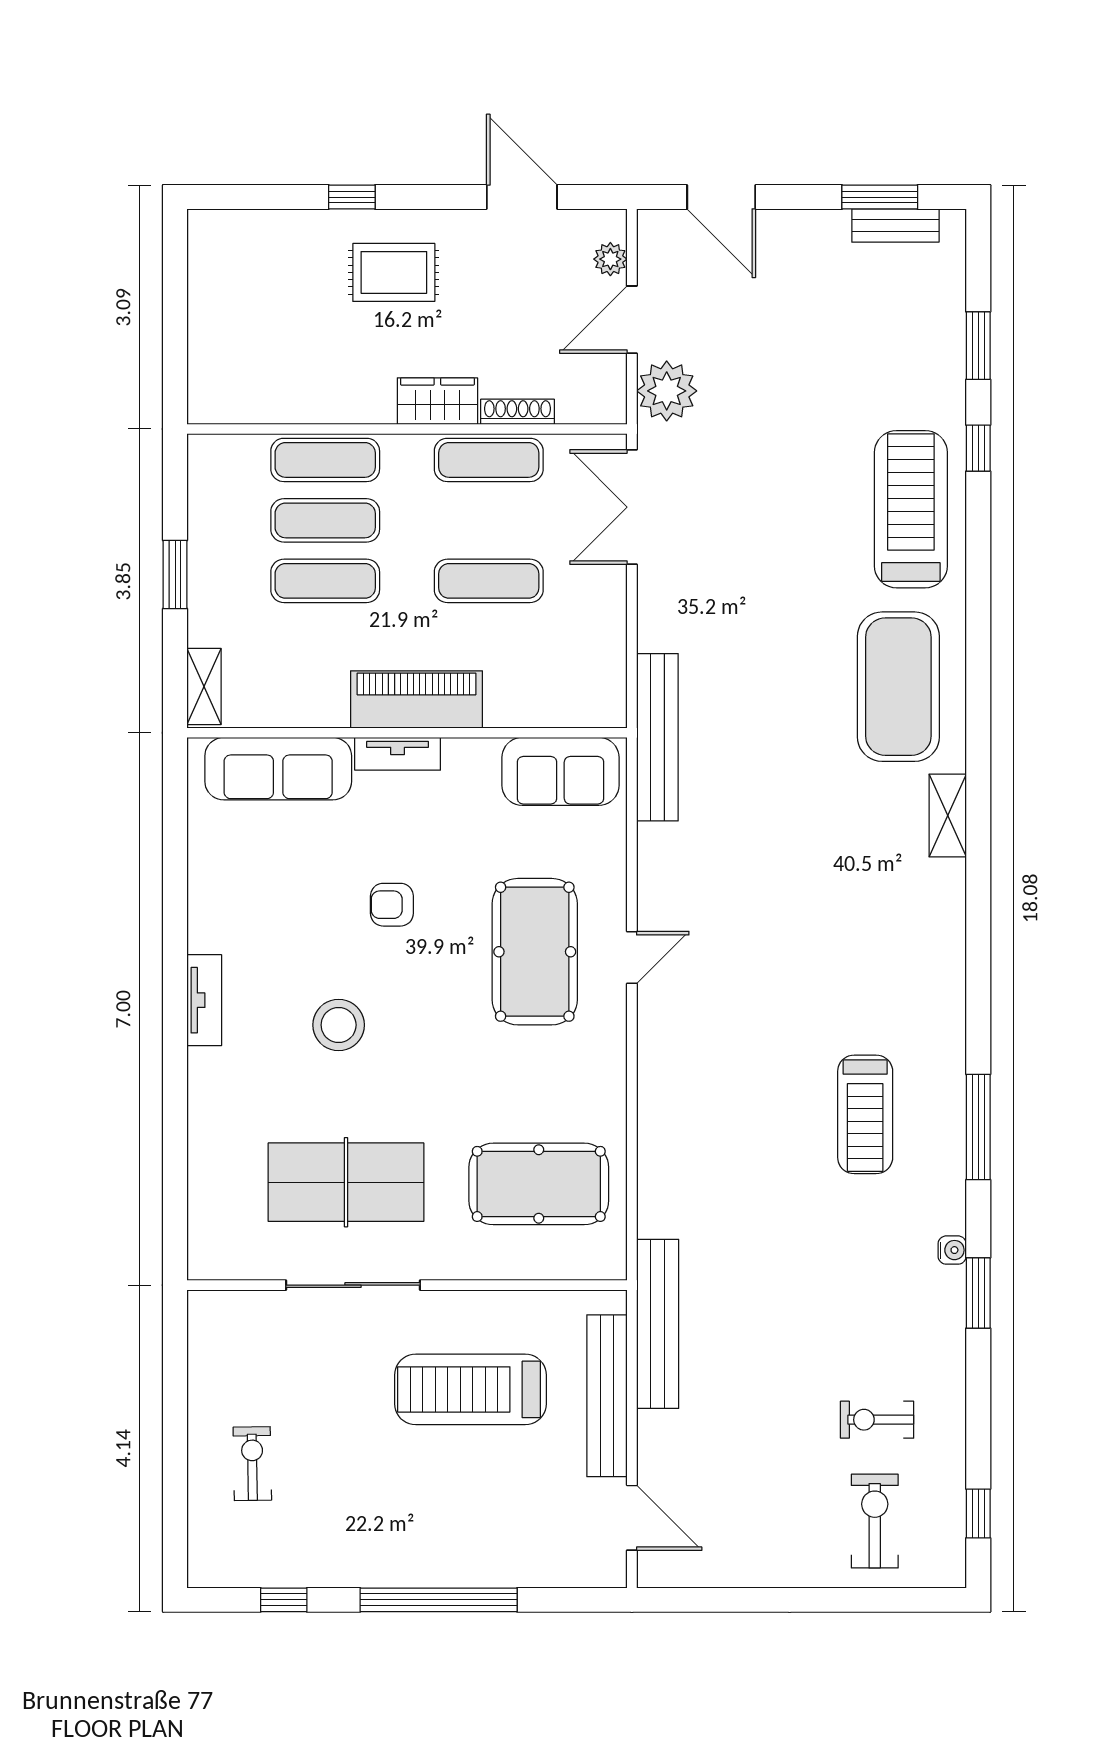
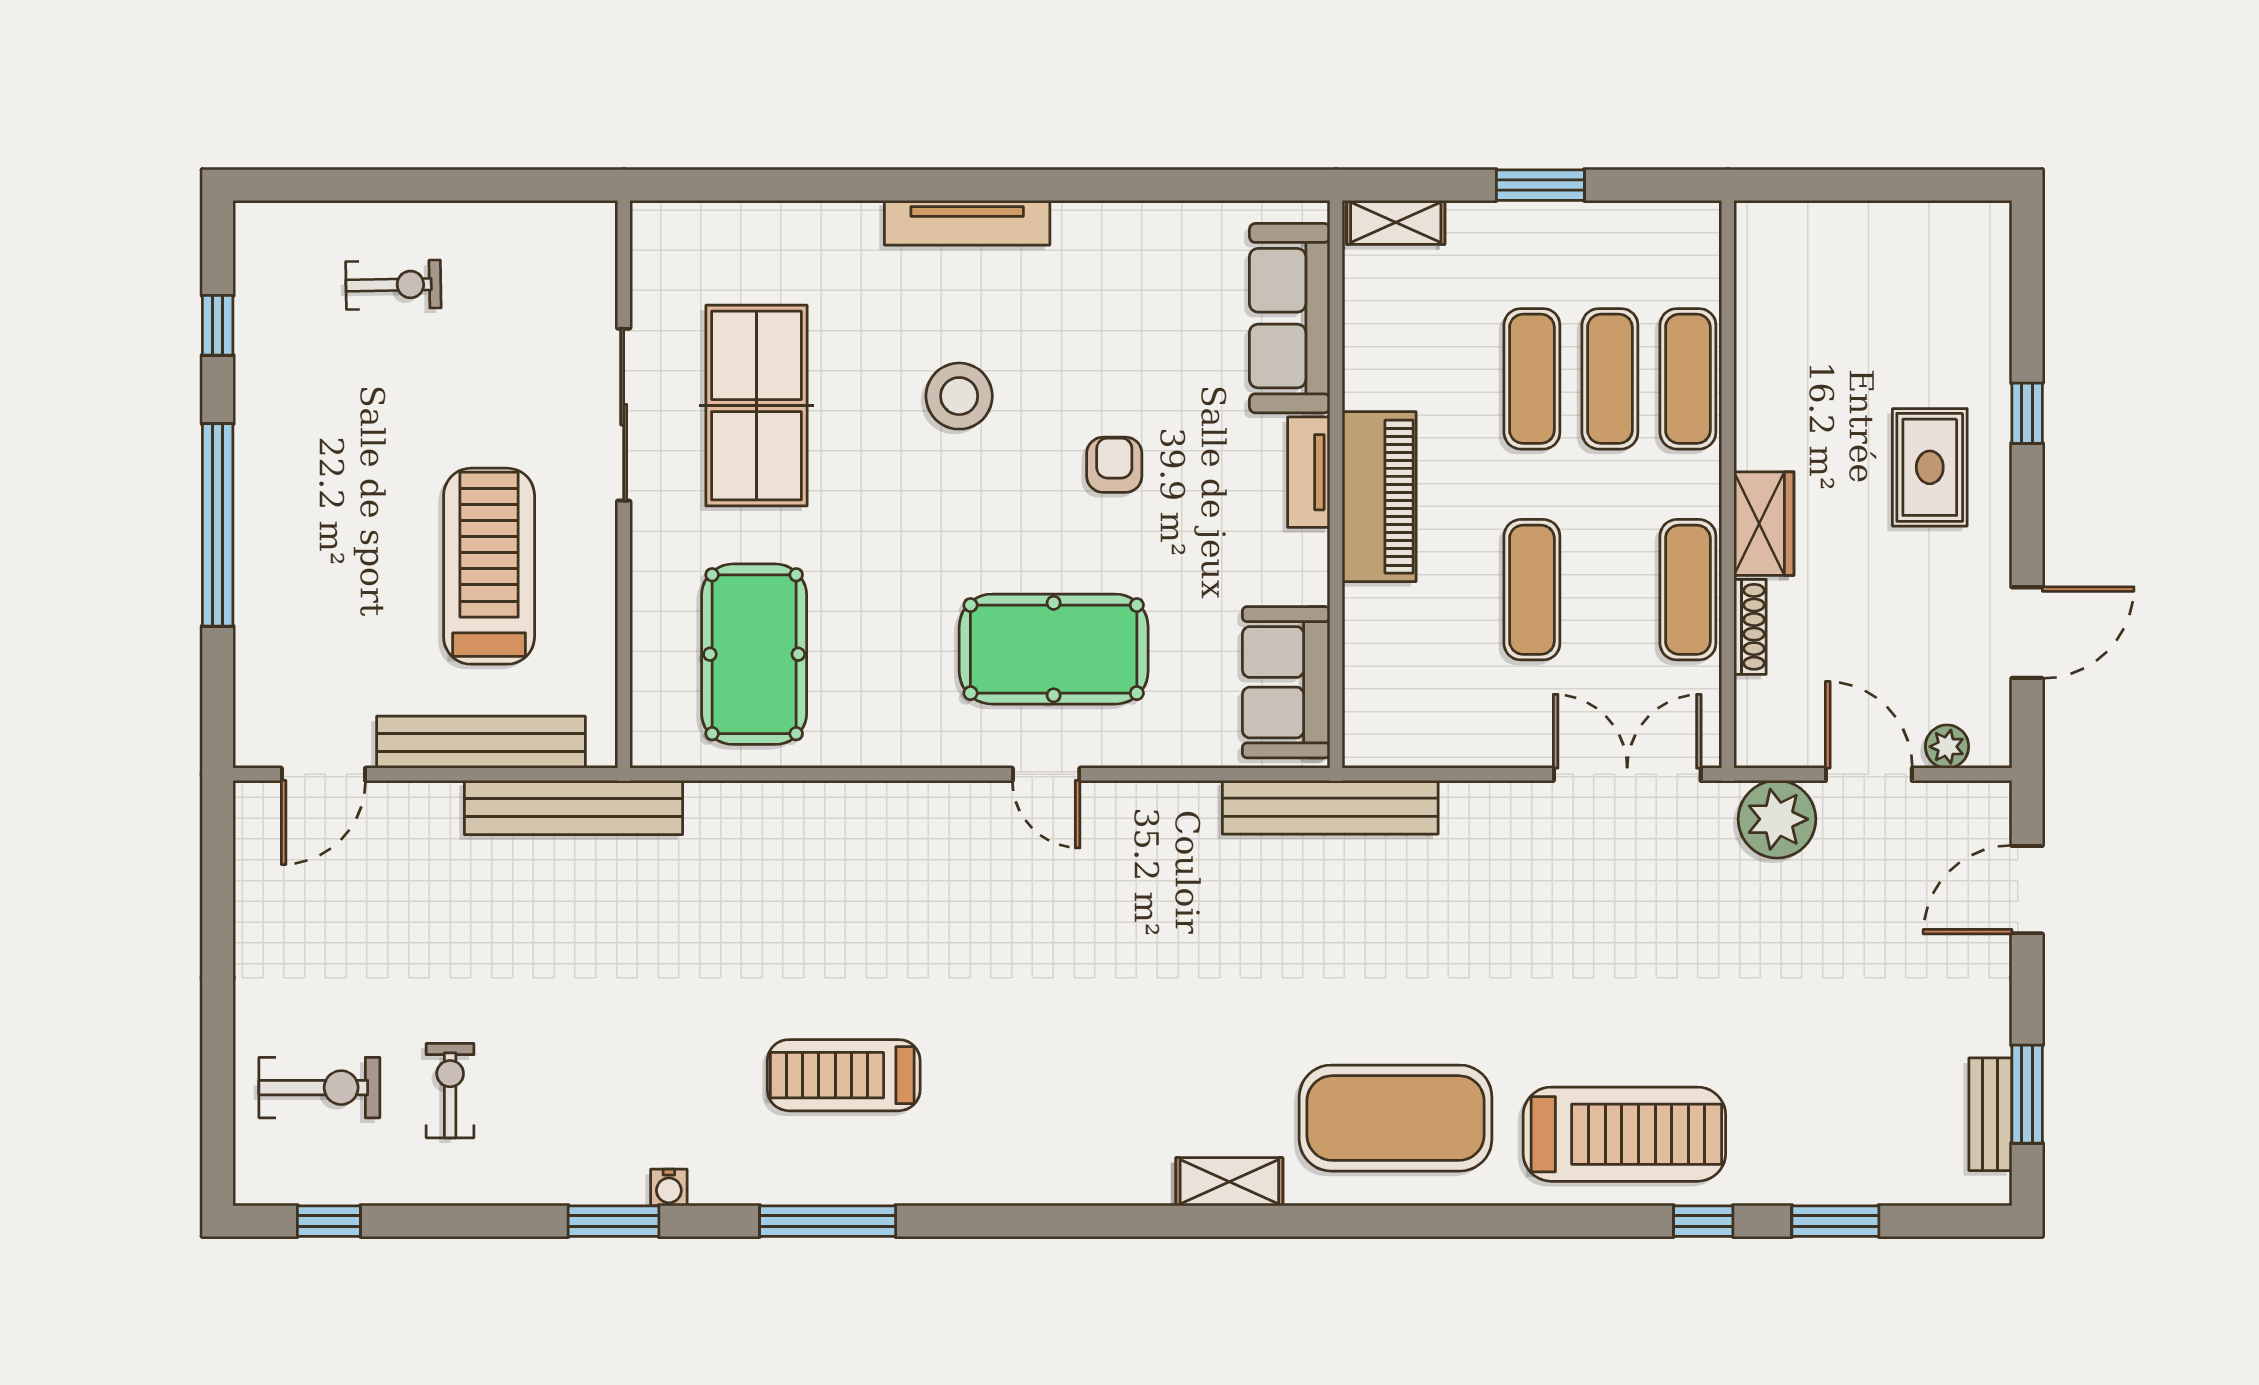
tv unit: (204, 1000) -> (967, 223), width x1.41

